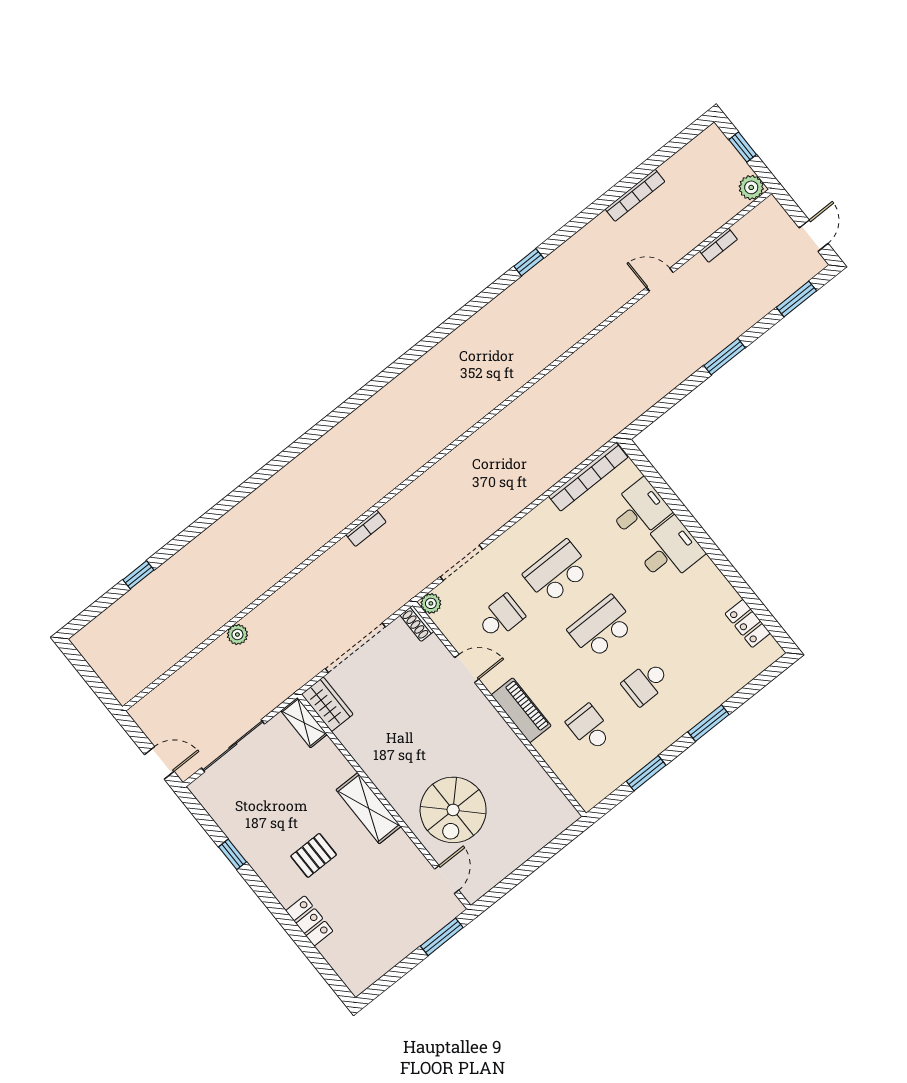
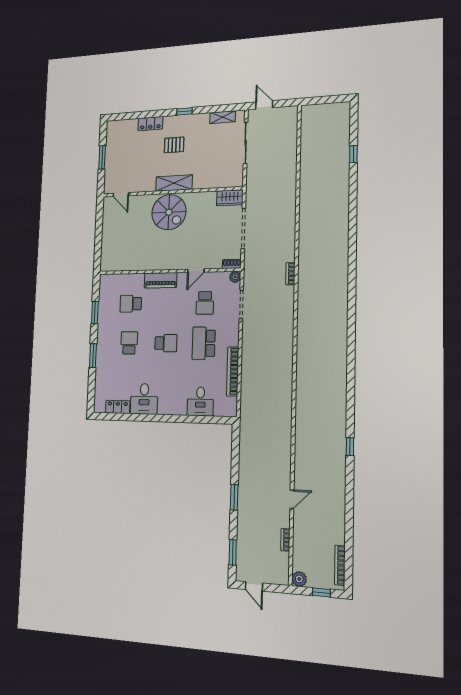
bookcase: (635, 195) -> (340, 565), moved
bookcase: (588, 477) -> (233, 371), moved
desk: (669, 551) -> (144, 399), moved
school desk: (557, 572) -> (204, 343), turned 180
school desk: (601, 627) -> (166, 343), width x0.54
plant: (237, 634) -> (291, 180), removed
shelving: (304, 723) -> (223, 117), moved
school desk: (590, 728) -> (131, 304), turned 180
door: (159, 763) -> (264, 105), swing flipped
spiral stairs: (453, 810) -> (169, 212), moved, turned 180
window: (233, 854) -> (184, 111), moved
pallet: (314, 855) -> (174, 145), turned 90
window: (442, 937) -> (102, 157), moved

